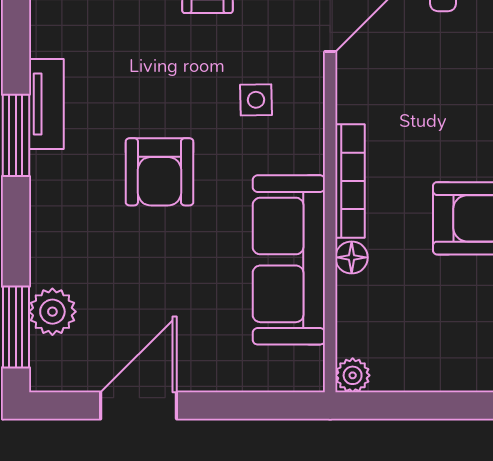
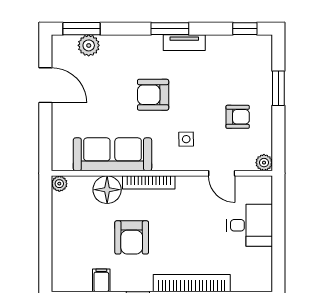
floor lamp: (352, 257) -> (107, 190), width x1.89, depth x1.89

